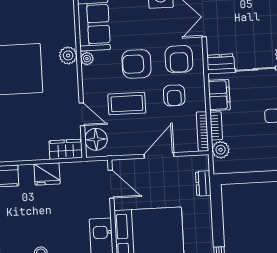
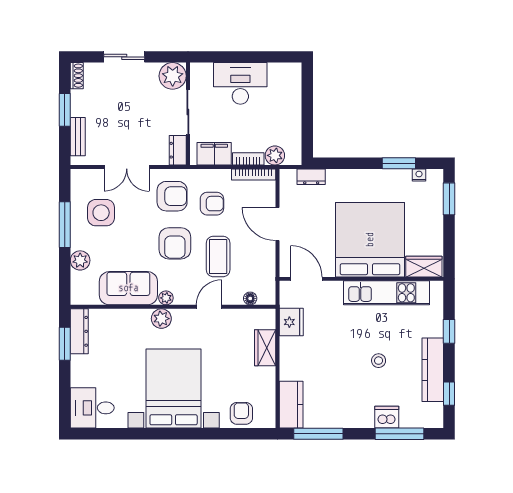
door: (82, 114) -> (209, 307), moved
floor lamp: (96, 139) -> (250, 298), width x0.53, depth x0.53
wardrobe: (66, 149) -> (265, 348), moved
fridge: (47, 174) -> (291, 322), moved
door: (111, 184) -> (306, 279), hinge flipped

